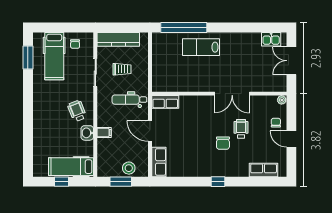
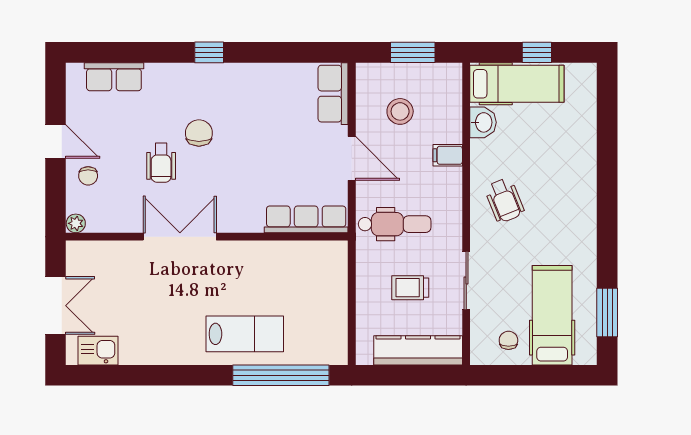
row of seats: (165, 102) -> (306, 219), width x1.48
washbasin: (87, 133) -> (483, 122), moved
stool: (129, 168) -> (400, 111), moved

